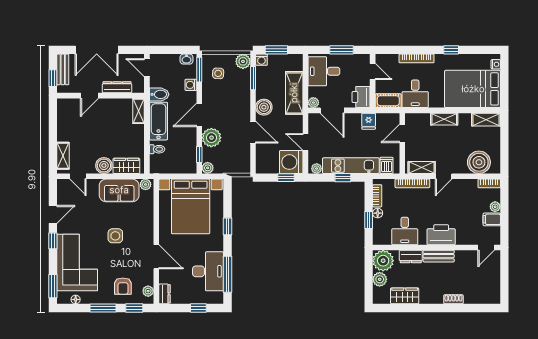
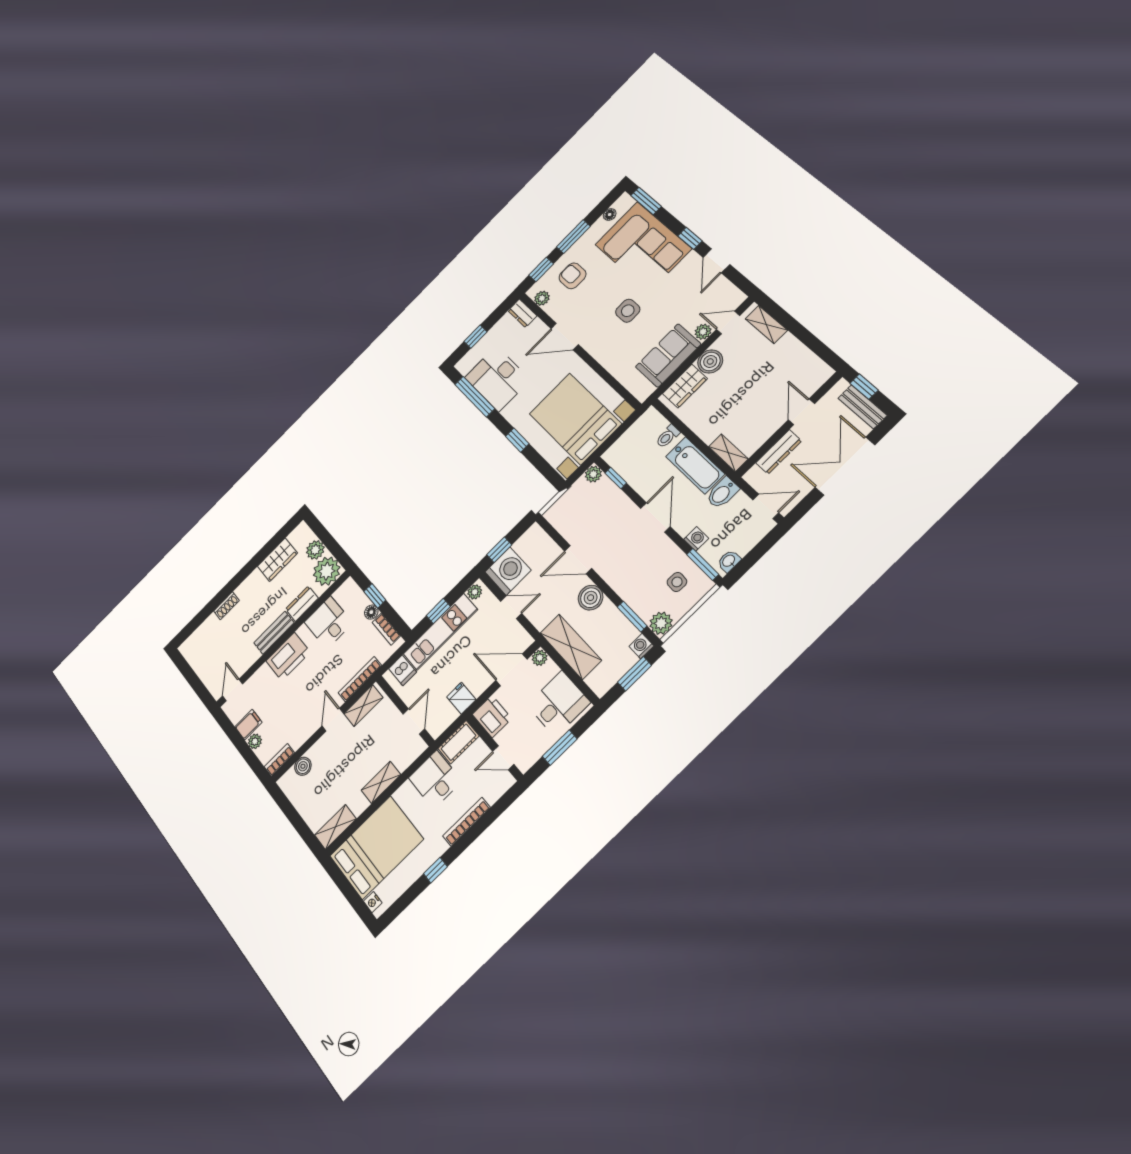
plant: (211, 138) -> (619, 508), removed
boiler: (479, 162) -> (303, 766), width x0.54, depth x0.54
plant: (146, 184) -> (703, 332), moved

